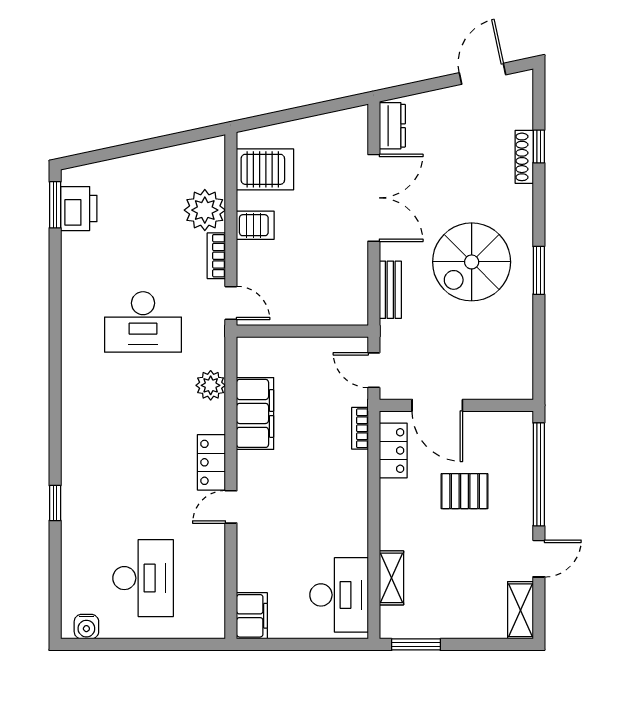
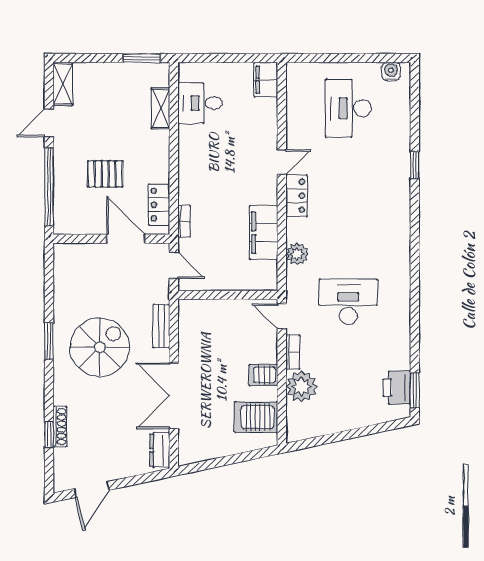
desk: (339, 595) -> (200, 103), width x0.73

